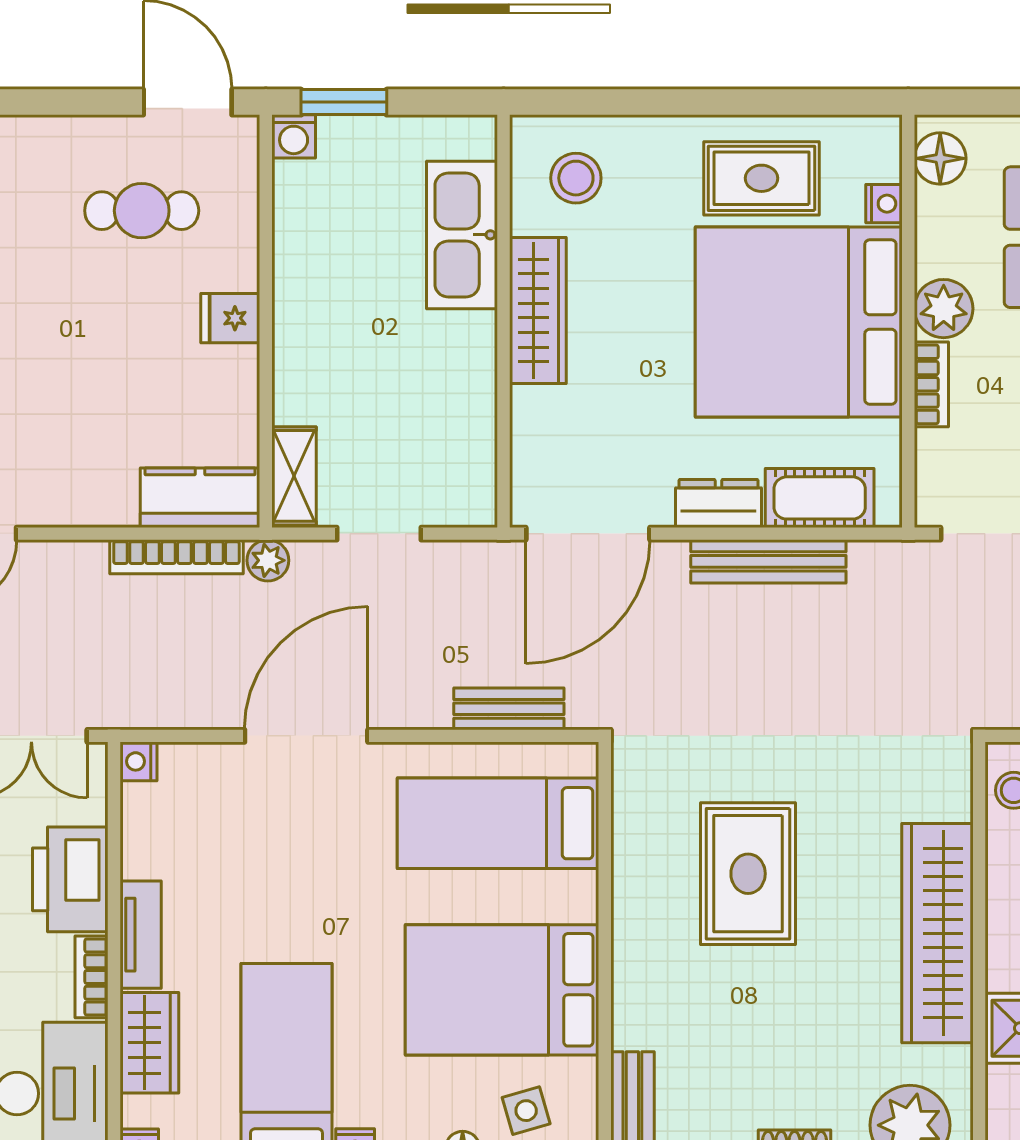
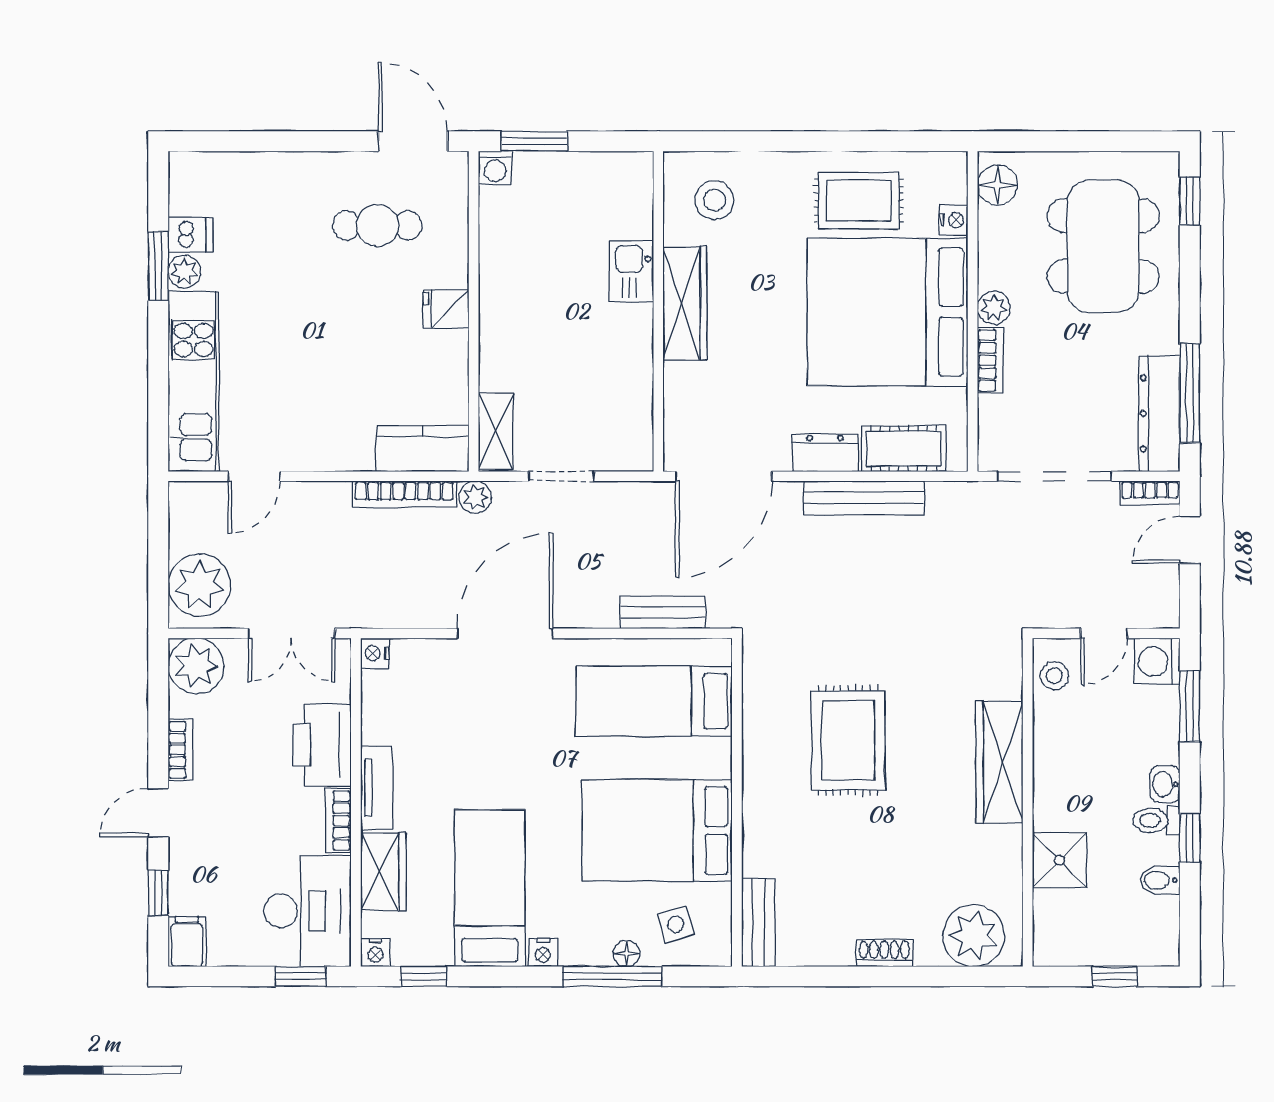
kitchen sink: (462, 235) -> (631, 271), width x0.53, depth x0.81
plant: (944, 309) -> (994, 308), width x0.73, depth x0.73
wardrobe: (937, 933) -> (999, 762), width x0.71, depth x0.85

